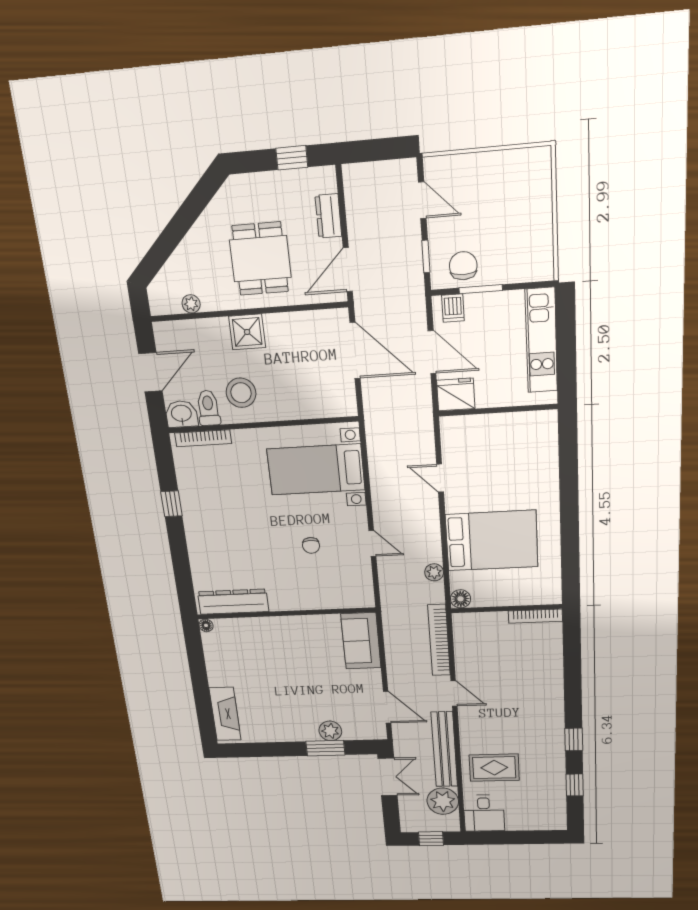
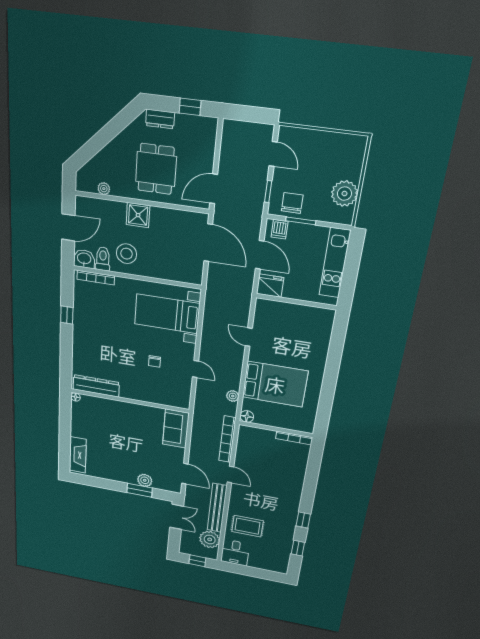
dresser: (328, 216) -> (160, 119), moved, turned -90
plant: (535, 236) -> (344, 194), added

